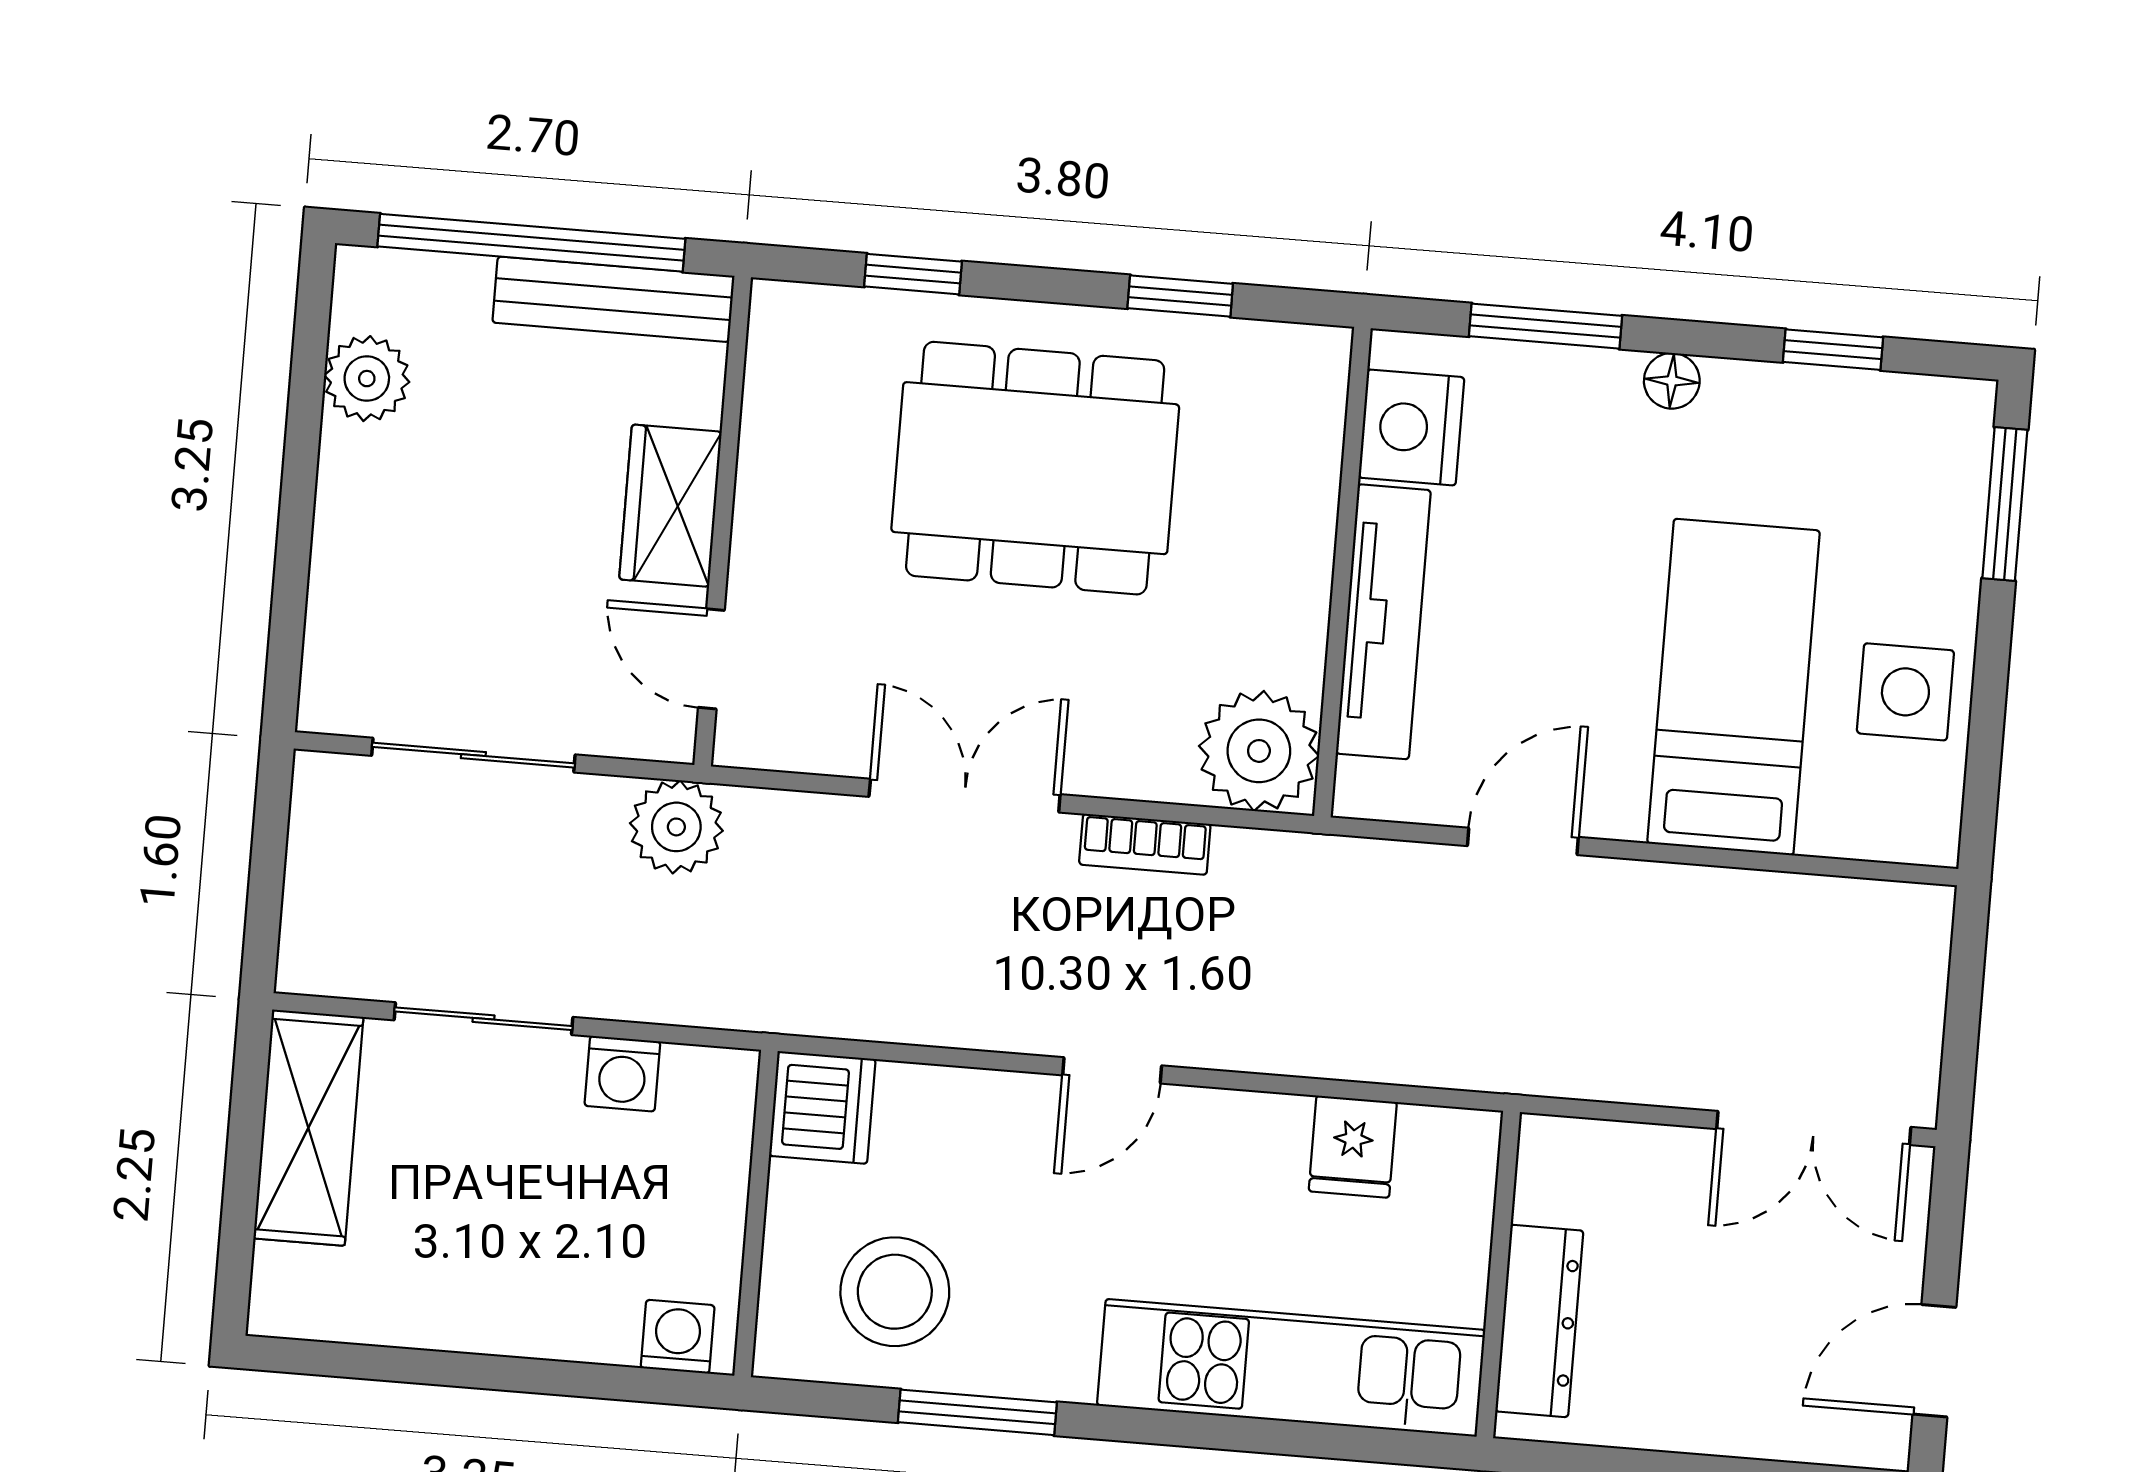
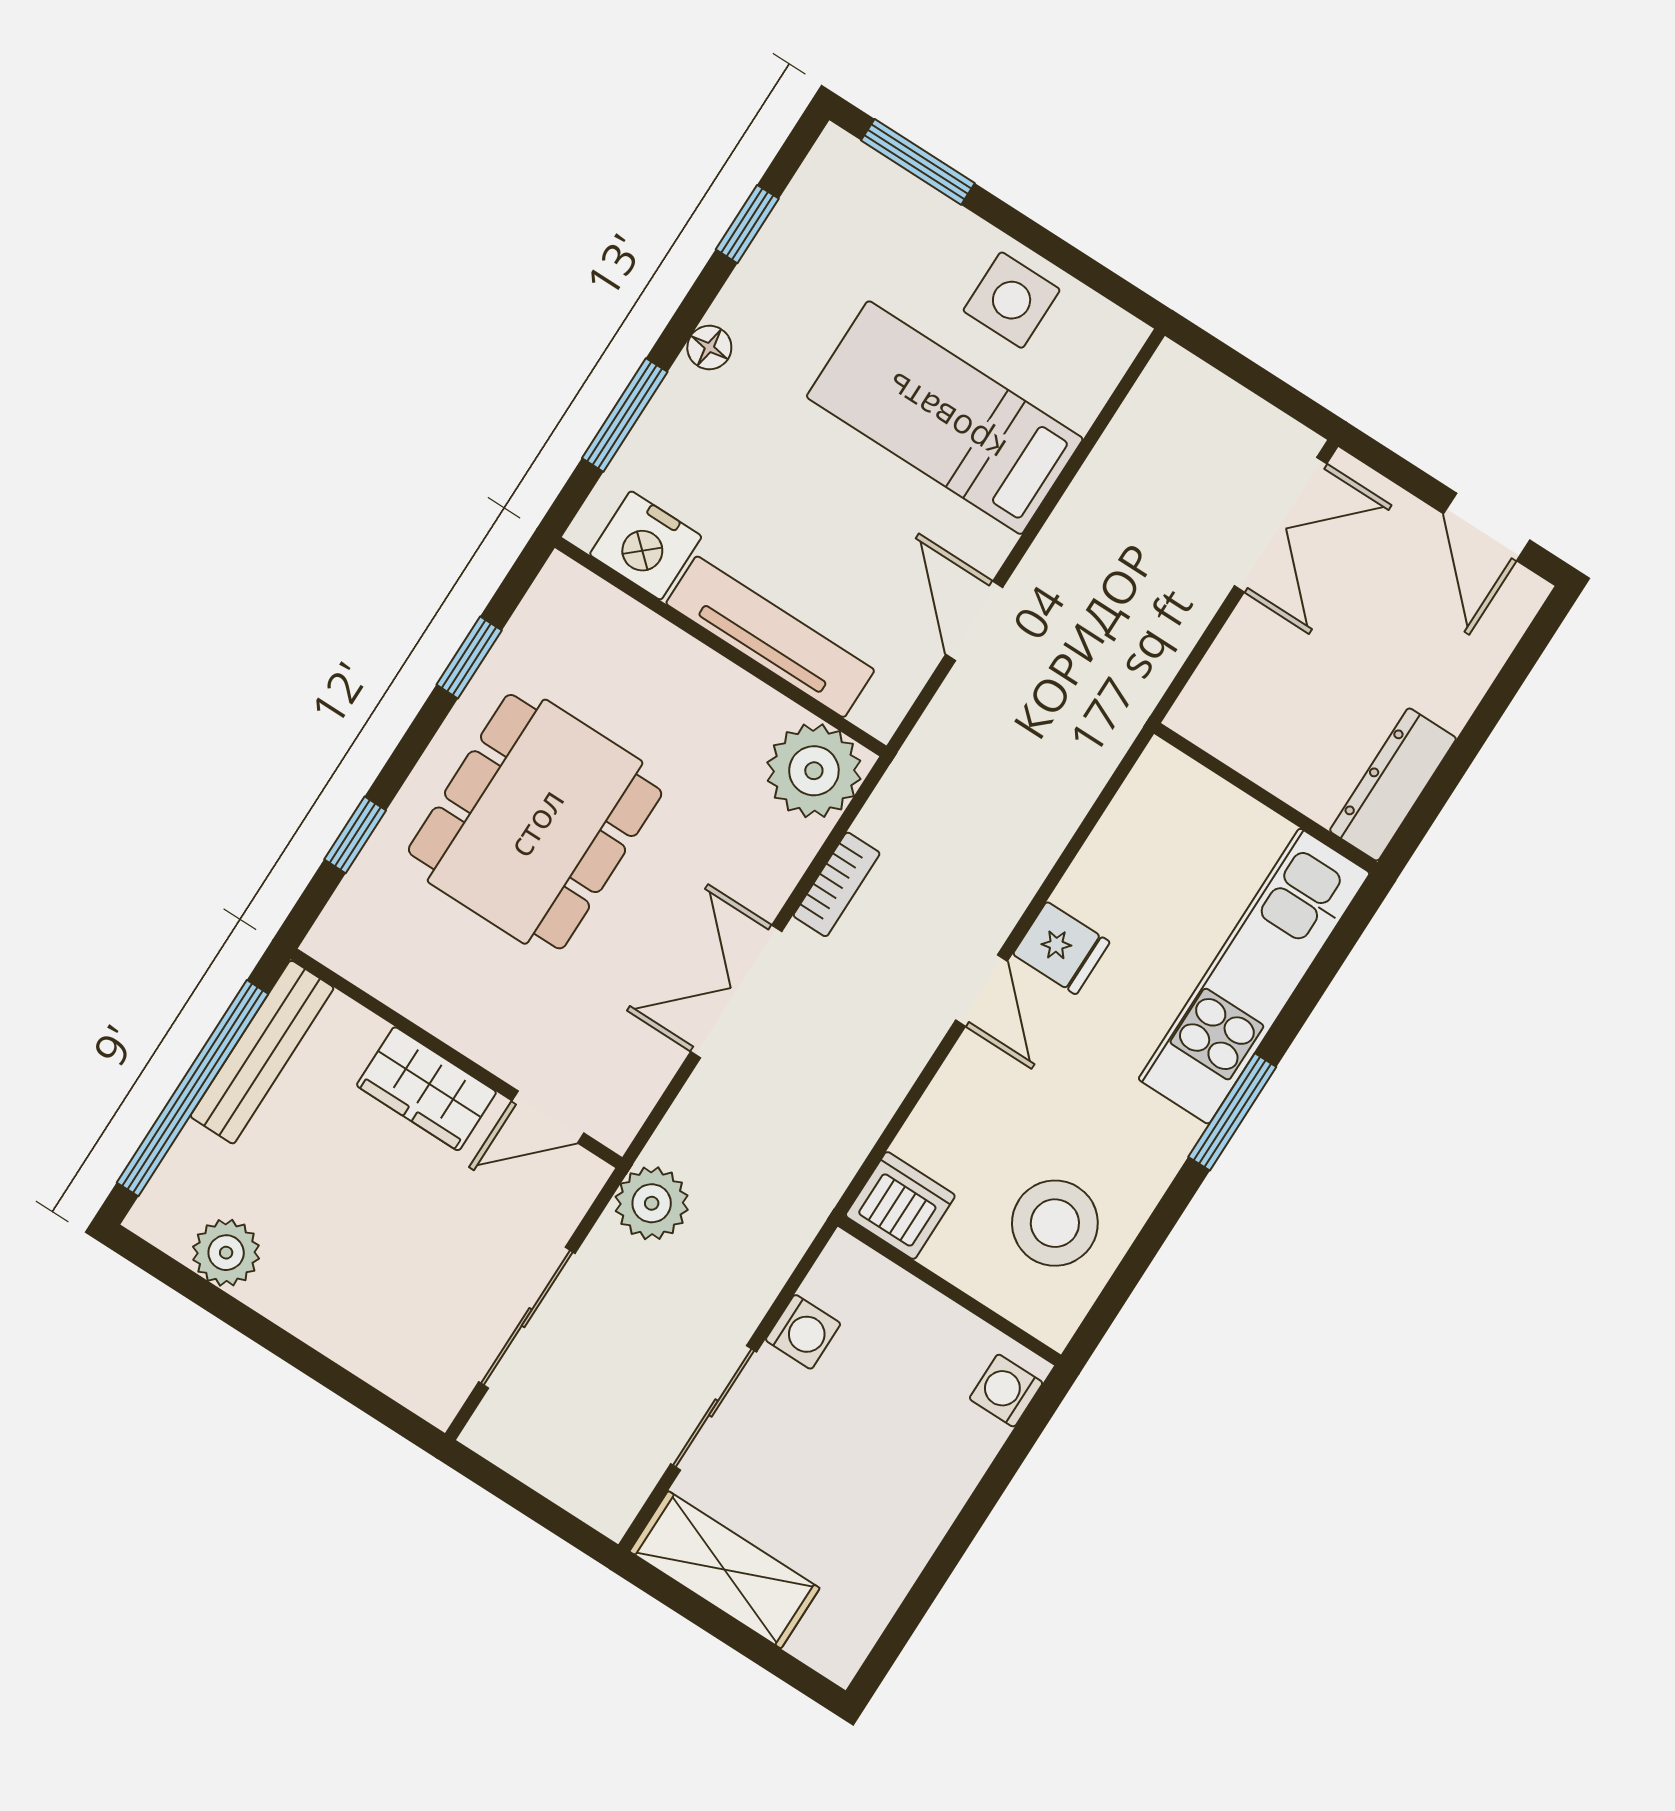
fridge: (1353, 1147) -> (1061, 948), moved
dresser: (1539, 1321) -> (1393, 785), moved, turned -90
window: (977, 1412) -> (1232, 1112), moved

